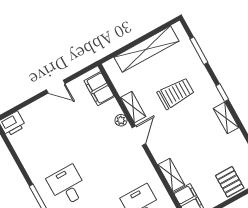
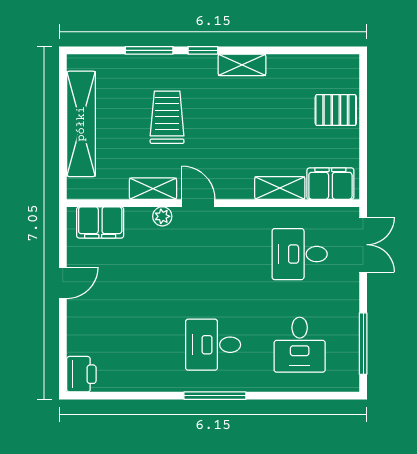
window: (199, 51) -> (149, 50), moved

